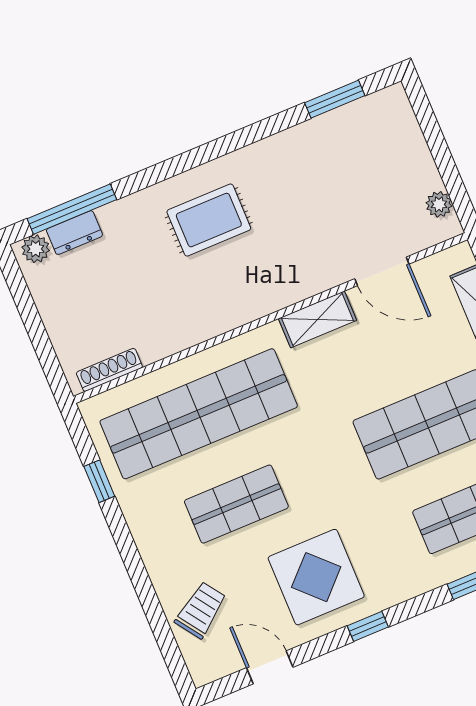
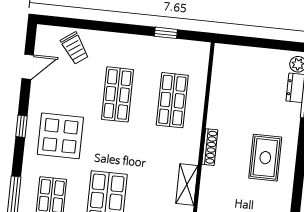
shoe rack: (109, 370) -> (210, 147), moved
shop shelf: (199, 414) -> (172, 100), width x0.50, depth x0.74
display table: (316, 577) -> (60, 136), moved

